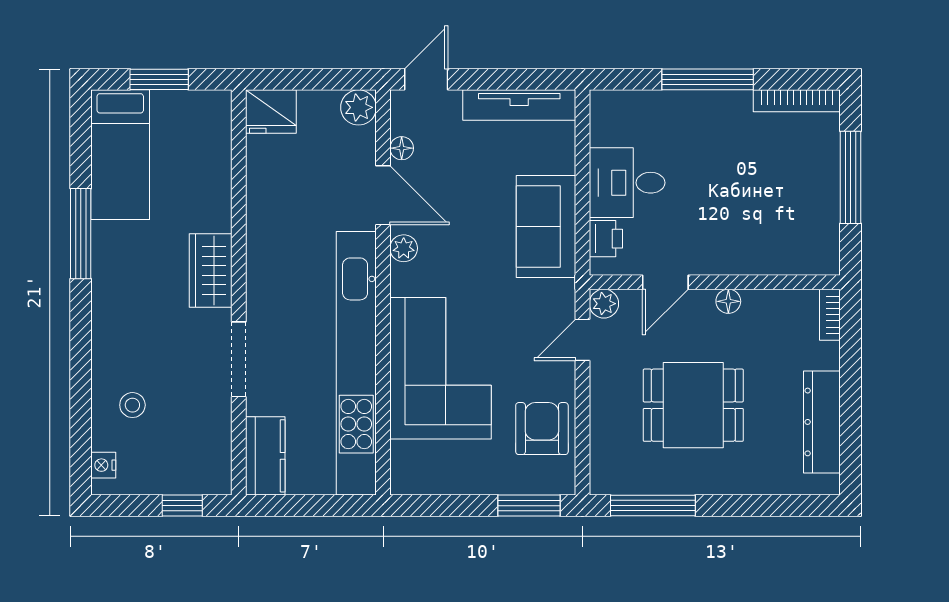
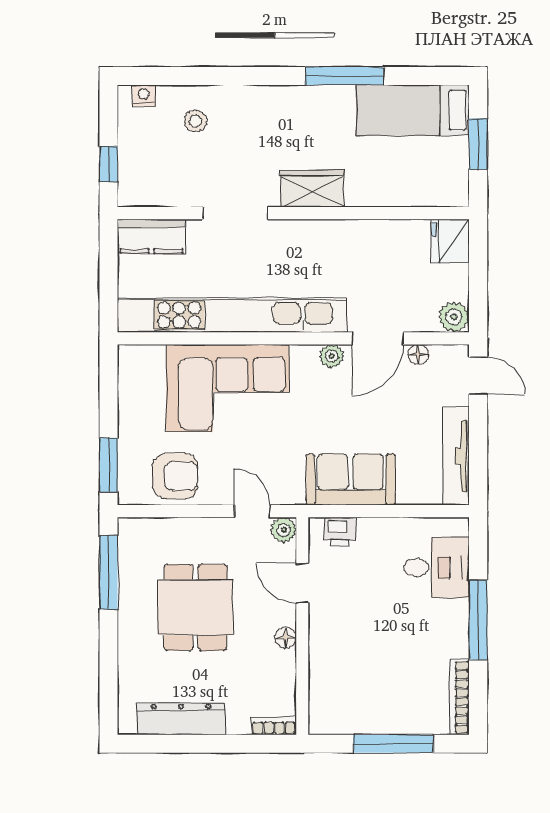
desk: (627, 183) -> (436, 568), moved, turned 90

